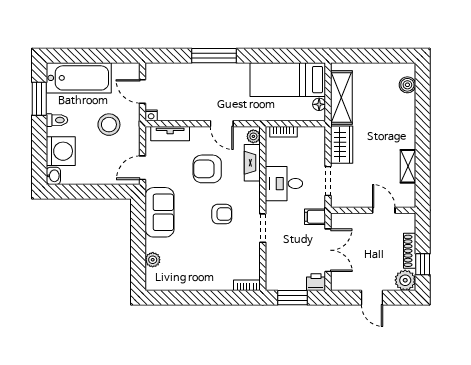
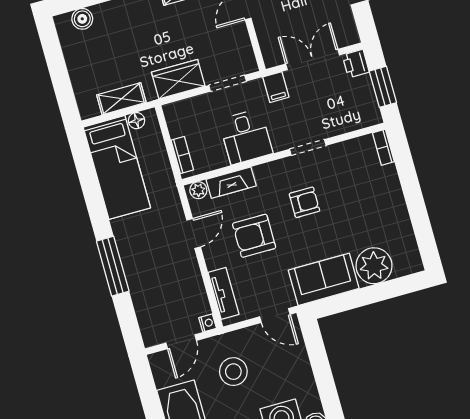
shelving: (341, 98) -> (121, 99), width x0.67, depth x0.75
armchair: (207, 169) -> (254, 236), turned 90
armchair: (222, 214) -> (304, 202), turned 90
plant: (153, 260) -> (374, 266), width x1.87, depth x1.87

